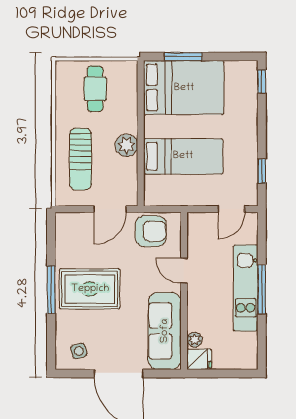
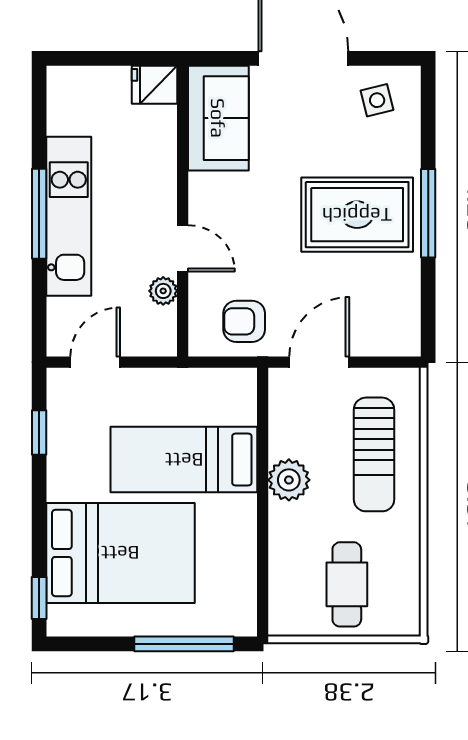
window: (183, 57) -> (184, 644), width x1.44
bed: (184, 88) -> (120, 553), moved, turned 180
sun lounger: (80, 159) -> (374, 454), turned 180
armchair: (151, 231) -> (244, 321), width x0.72, depth x0.72
sofa: (165, 331) -> (218, 118), width x0.73
plant: (195, 340) -> (163, 291), moved

